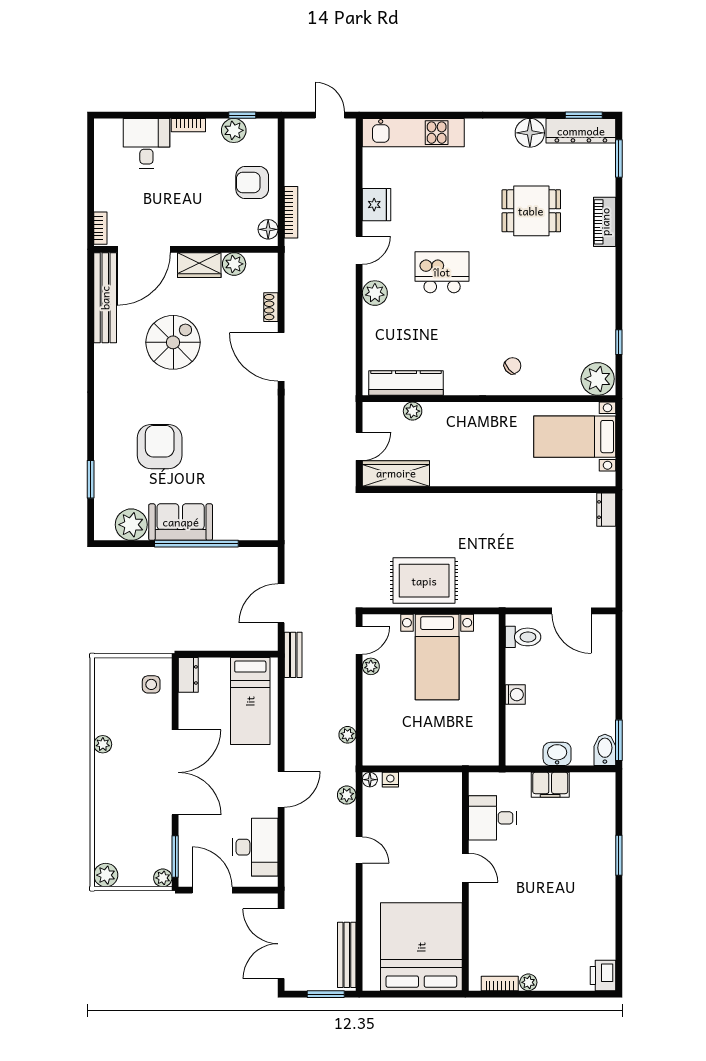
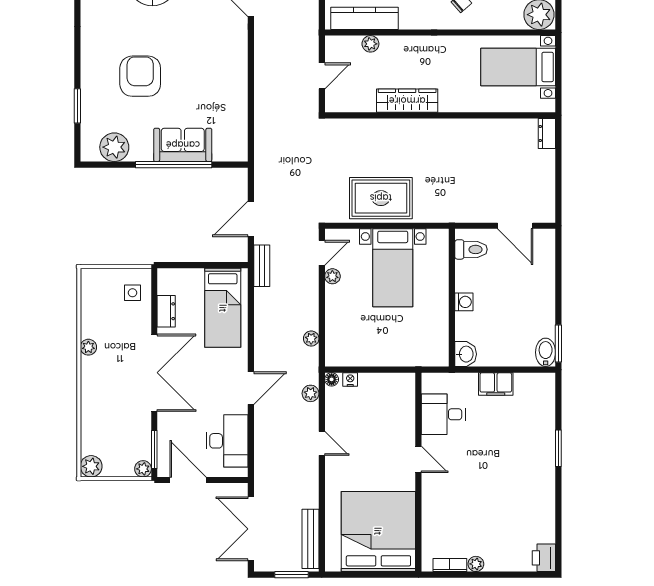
wardrobe: (396, 473) -> (407, 101), moved
sofa: (181, 522) -> (183, 145), moved
dresser: (188, 675) -> (166, 311), moved
washbasin: (557, 754) -> (466, 354), moved, turned 90

